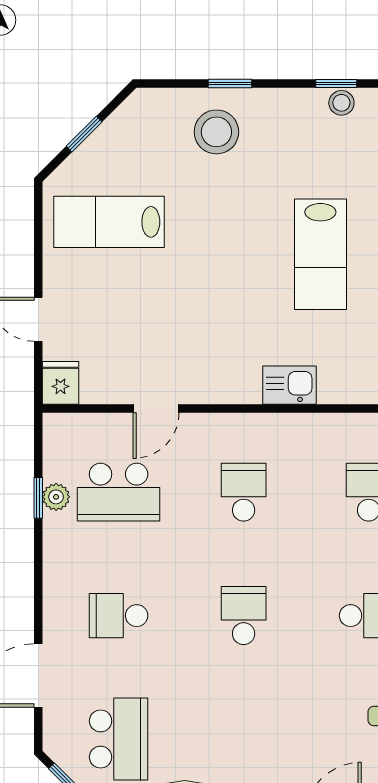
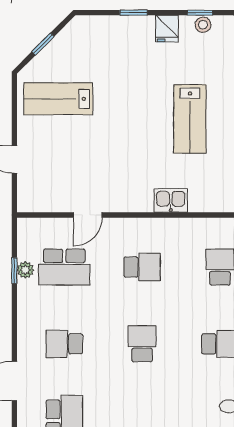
stool: (216, 132) -> (125, 43), removed
fridge: (60, 383) -> (167, 29), moved, turned 180
school desk: (244, 492) -> (142, 267), turned 90

